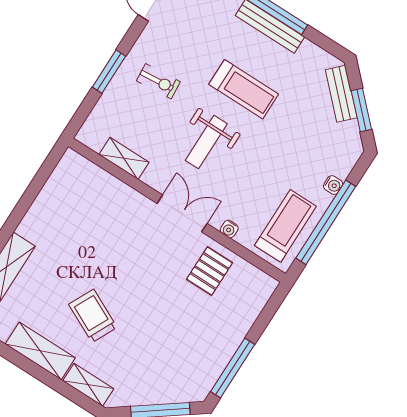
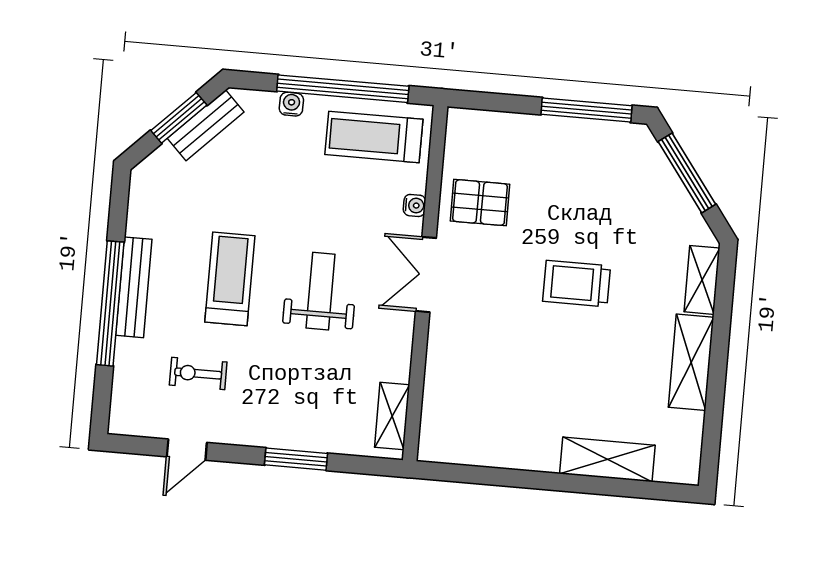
exercise bike: (158, 81) -> (198, 374), moved, turned -85
bench: (341, 94) -> (206, 125), moved
weight bench: (206, 142) -> (321, 291), turned -90
shelving: (124, 158) -> (392, 416), moved
trolley: (93, 316) -> (577, 284), moved, turned 64

